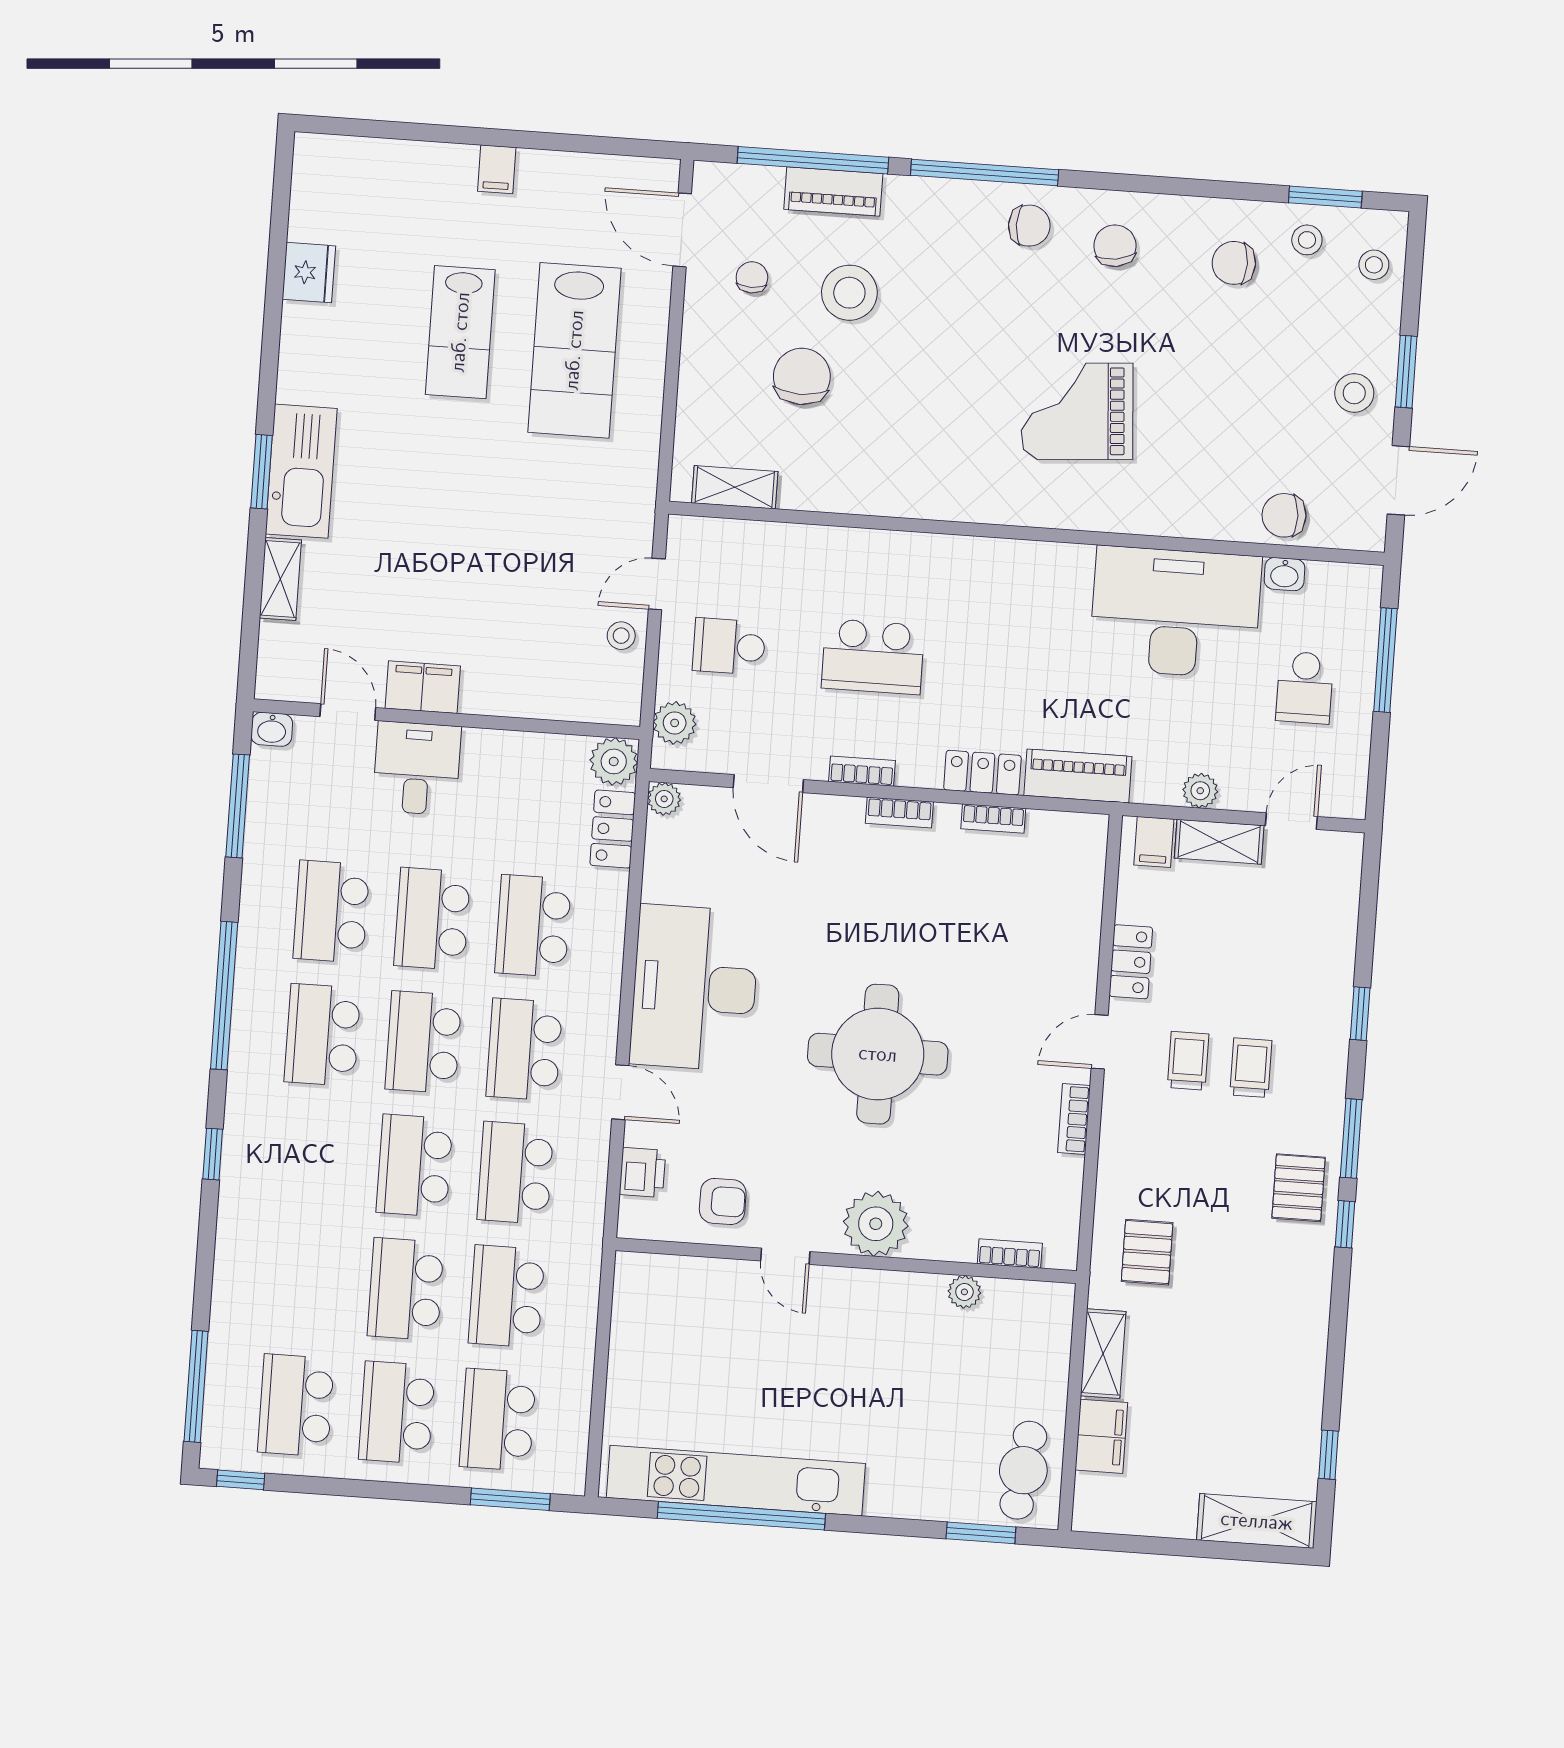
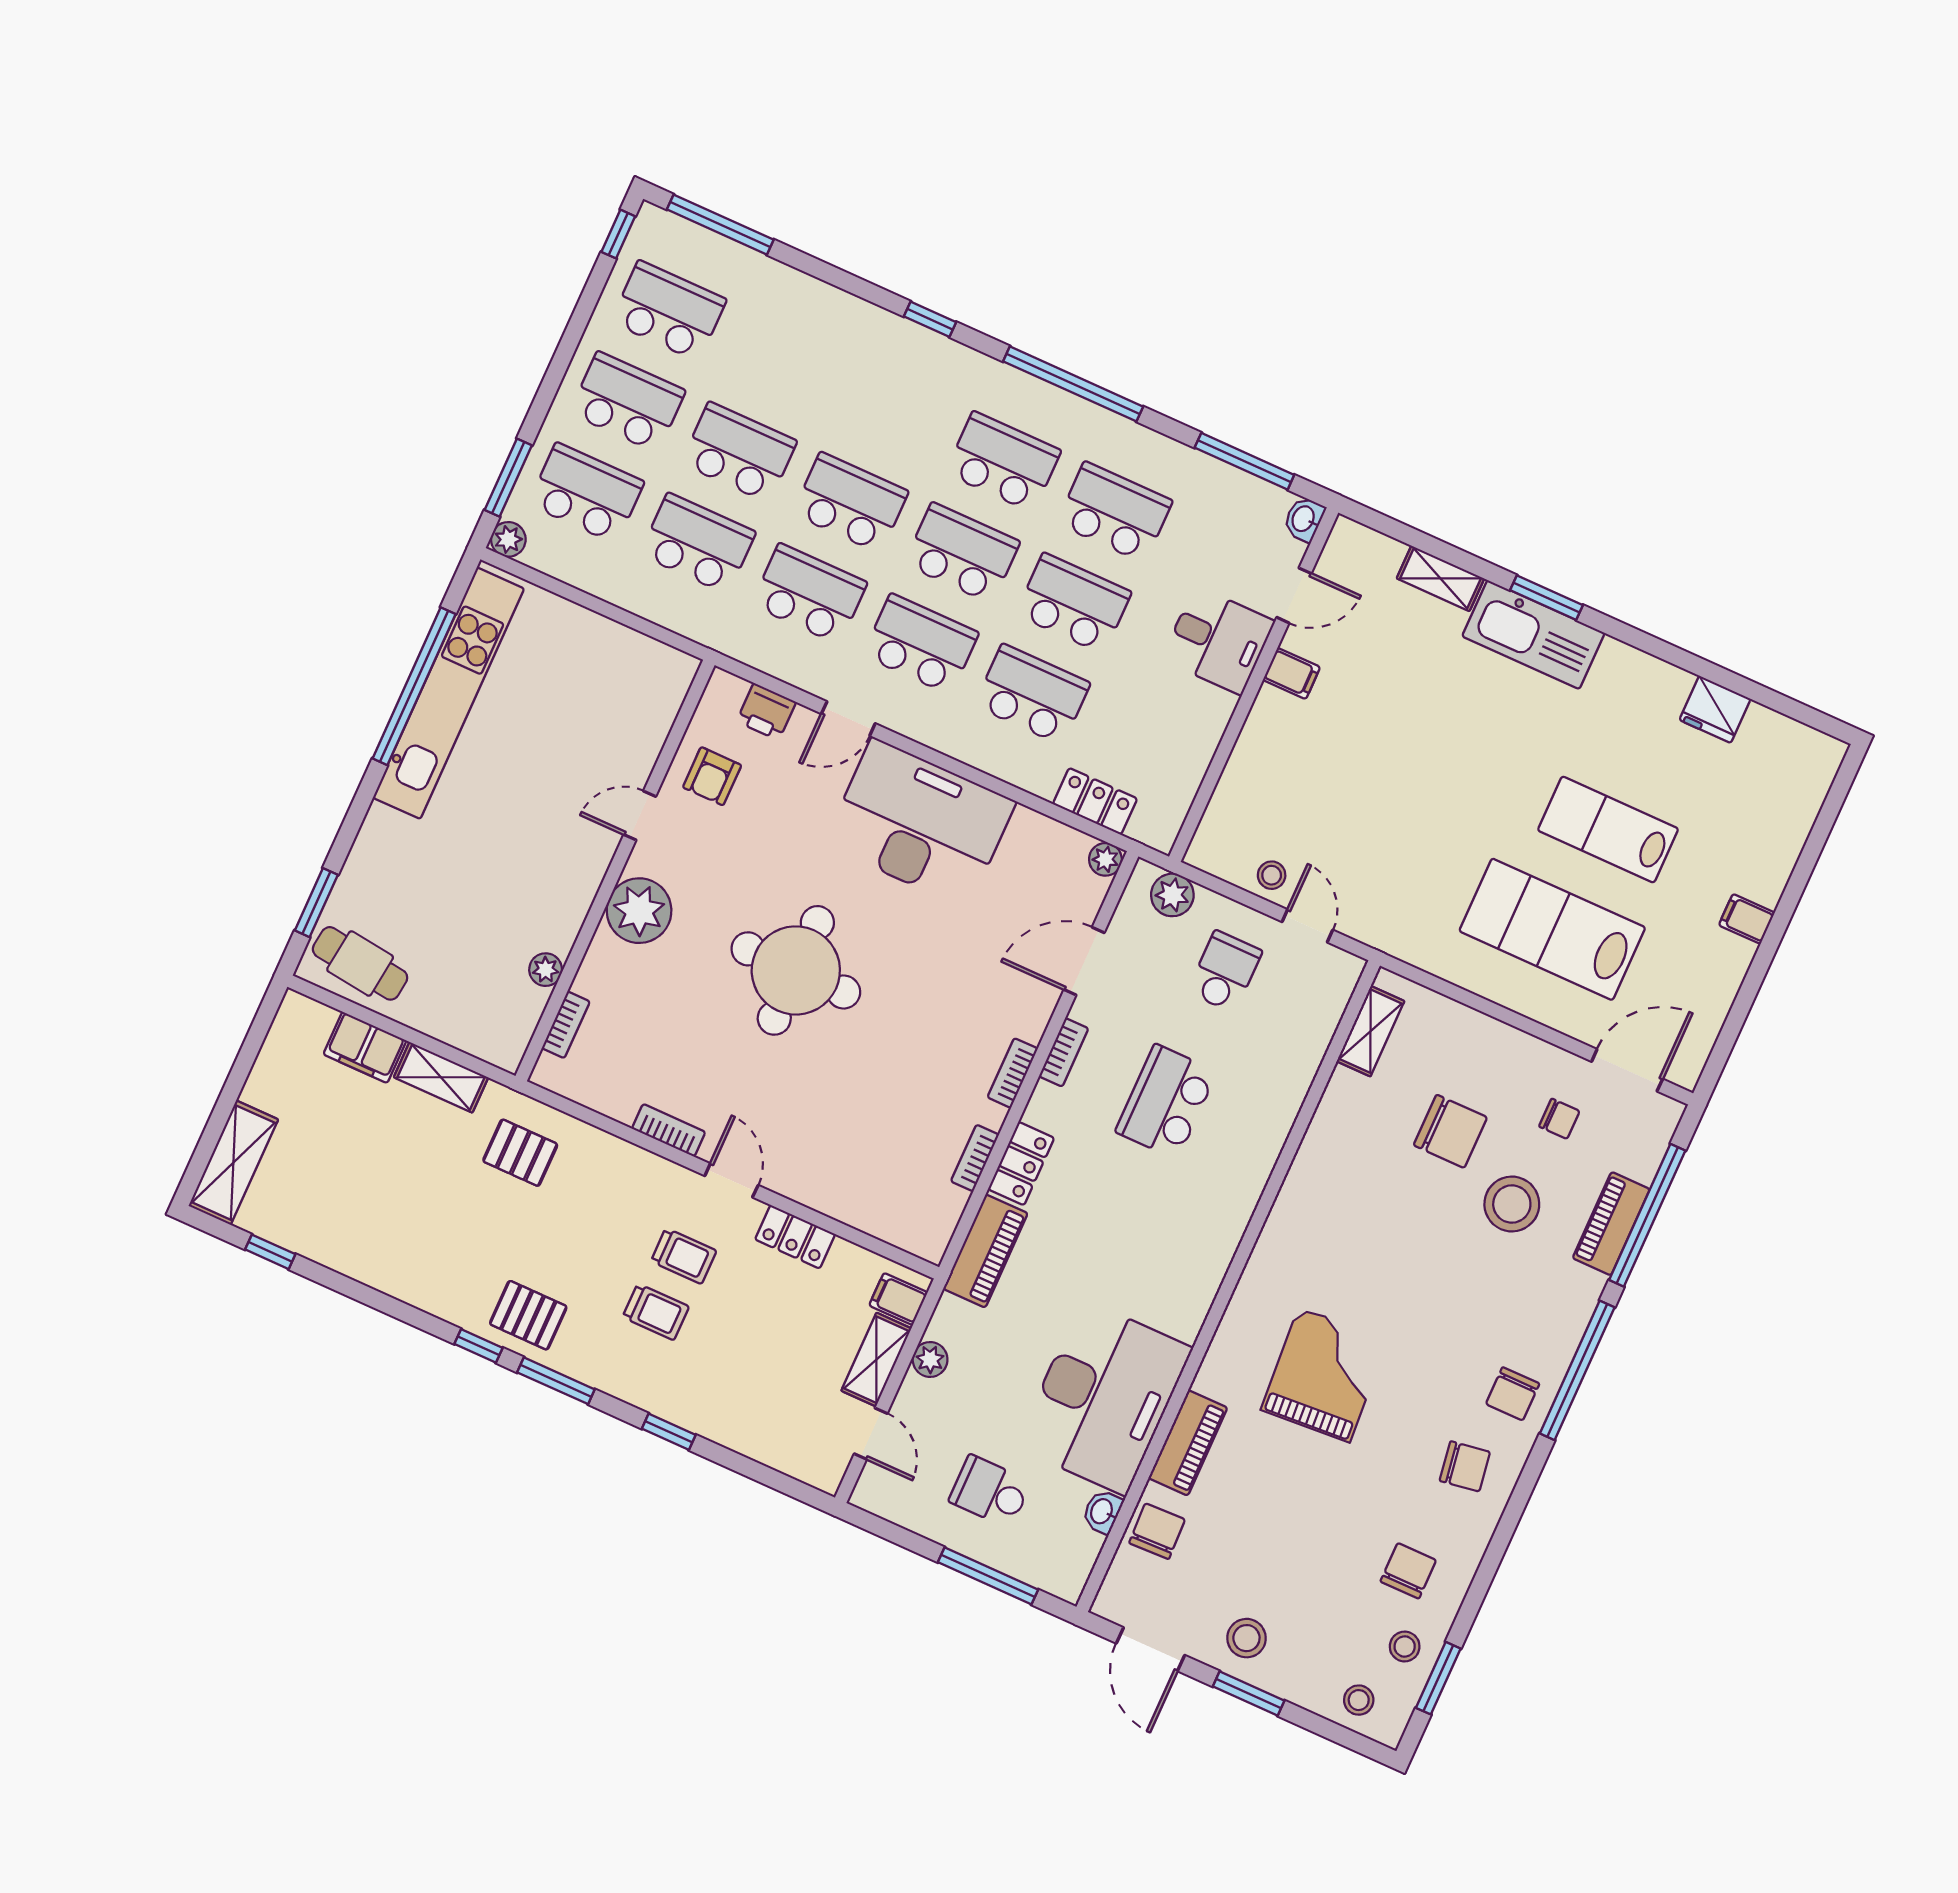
piano: (1189, 517) -> (1188, 1443), added
filing cabinet: (423, 687) -> (1291, 673), width x0.50
plant: (614, 761) -> (508, 539), moved, width x0.73, depth x0.73

